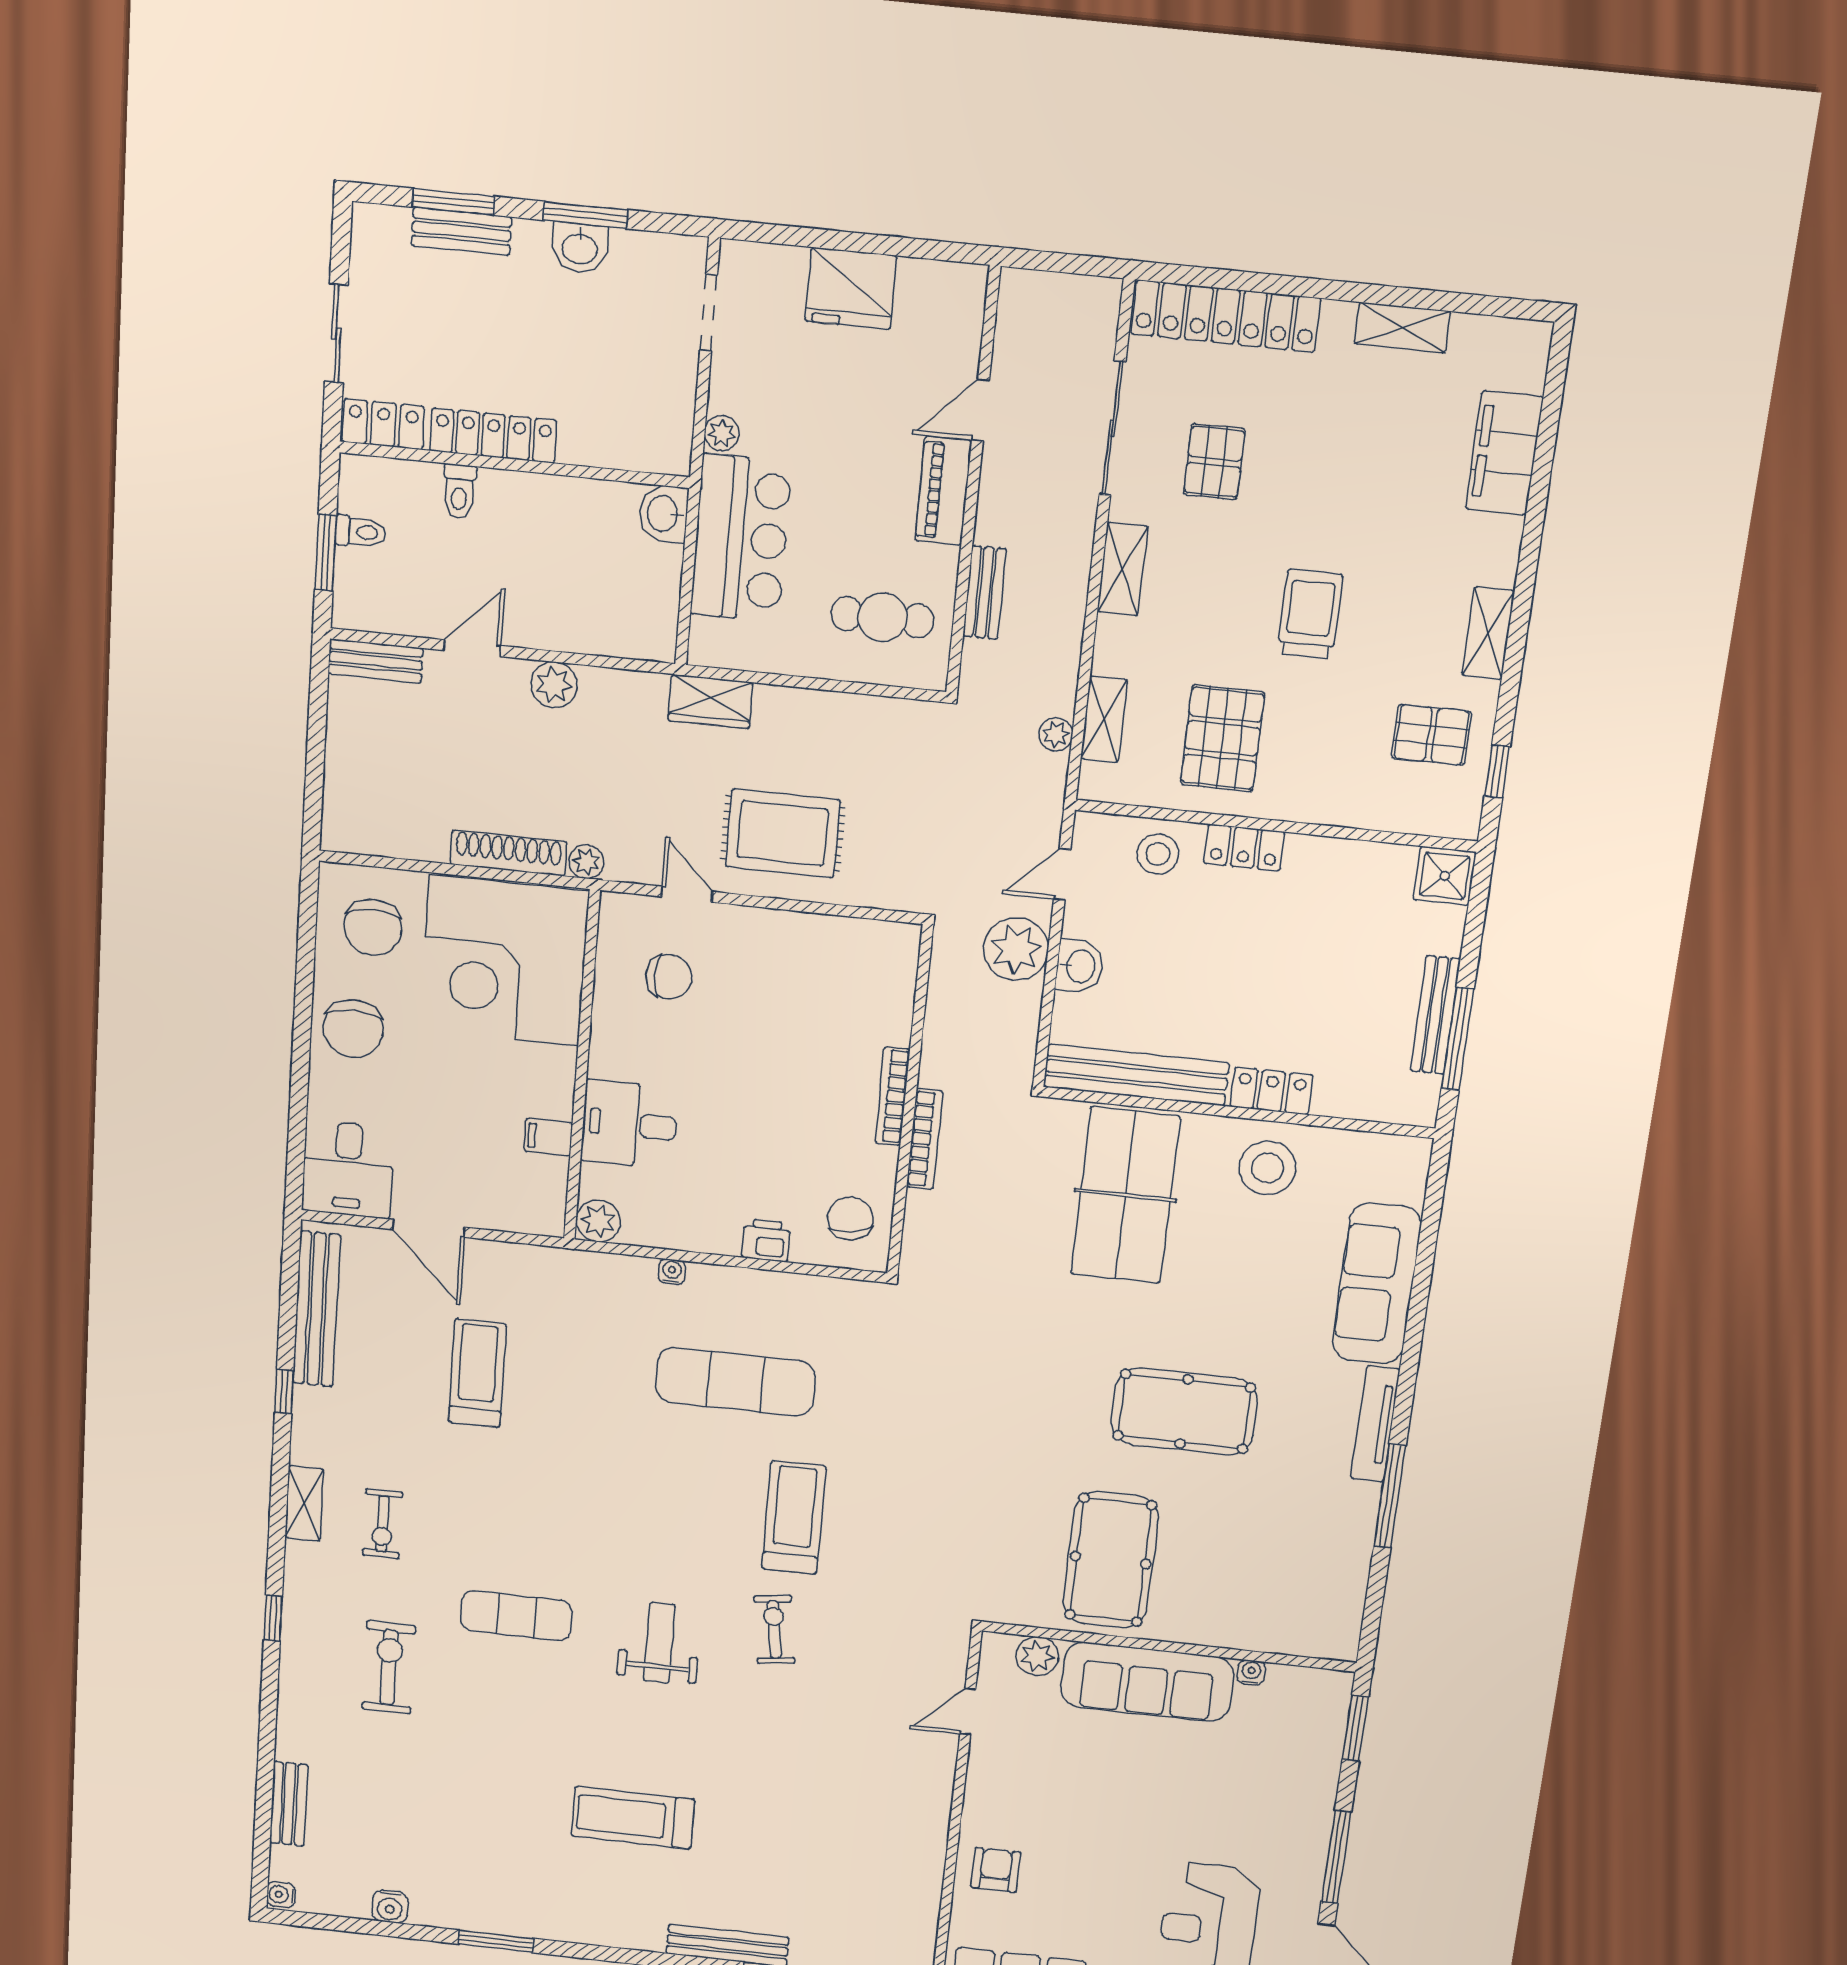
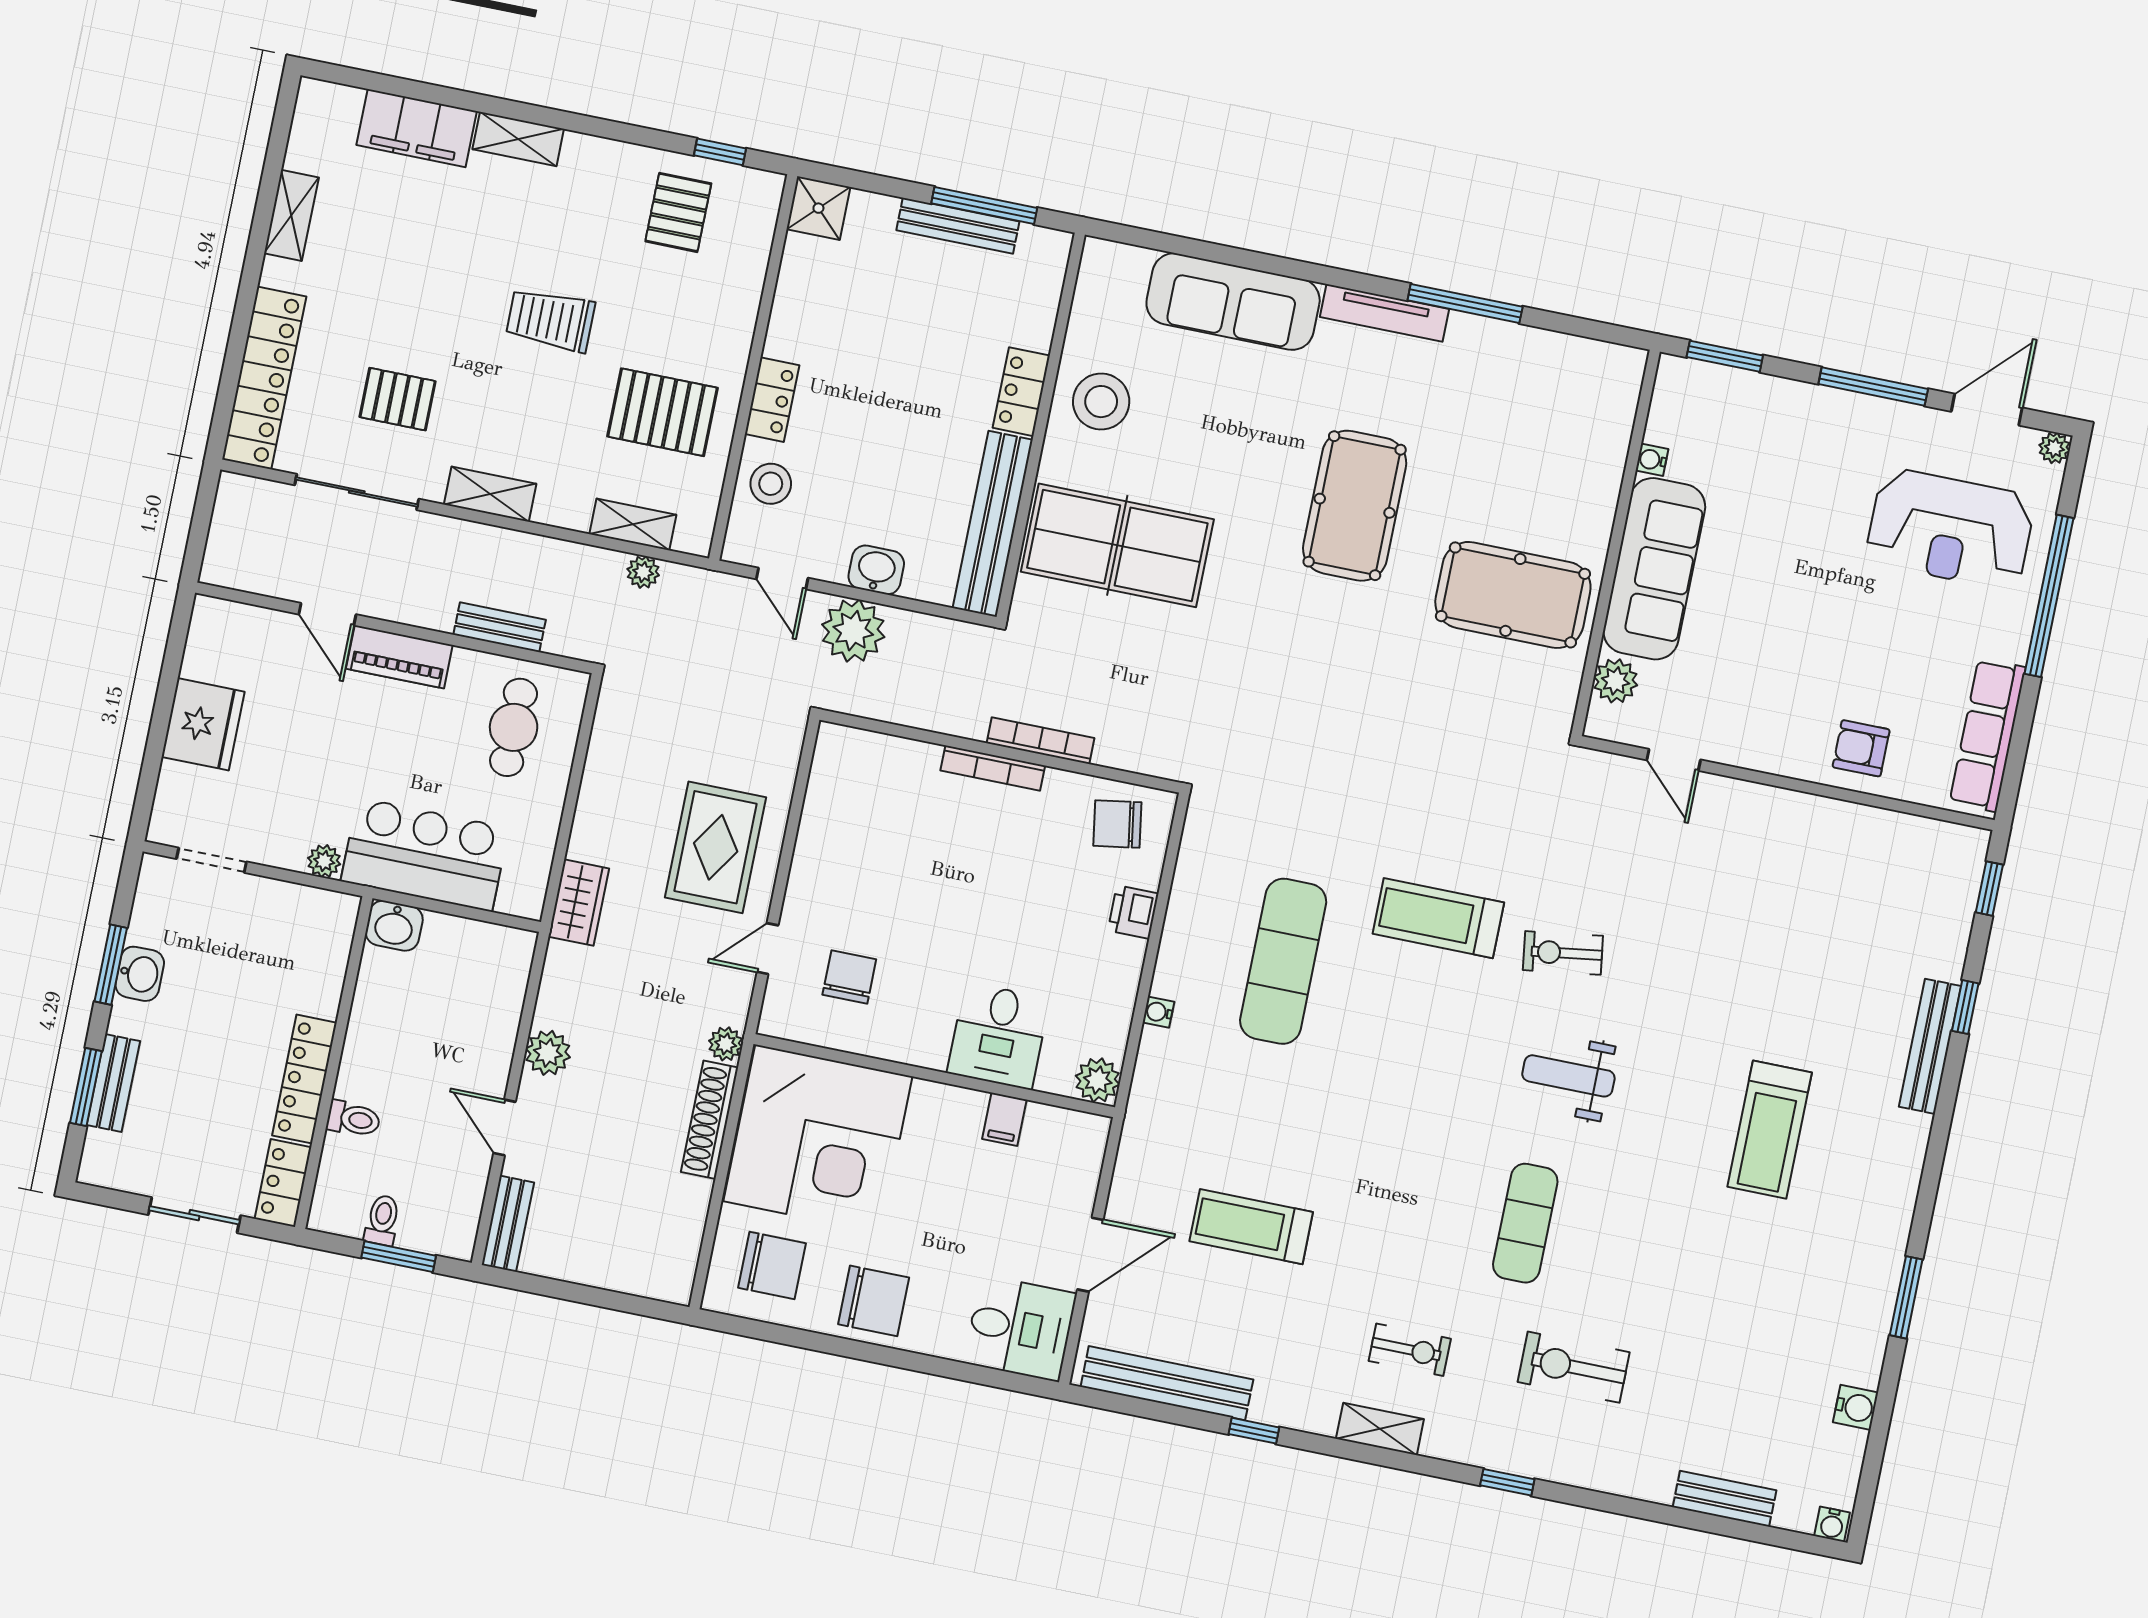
shelving: (1488, 633) -> (518, 139), moved

